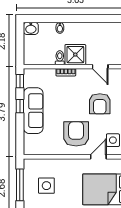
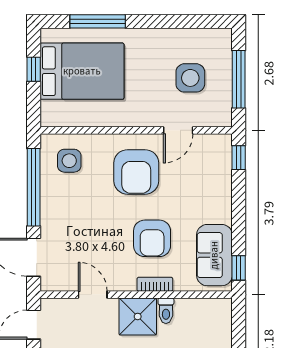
armchair: (100, 104) -> (152, 238), moved, turned 180
window: (20, 106) -> (239, 158), moved
sofa: (33, 111) -> (214, 255), moved, width x0.73
door: (98, 157) -> (178, 130), moved

